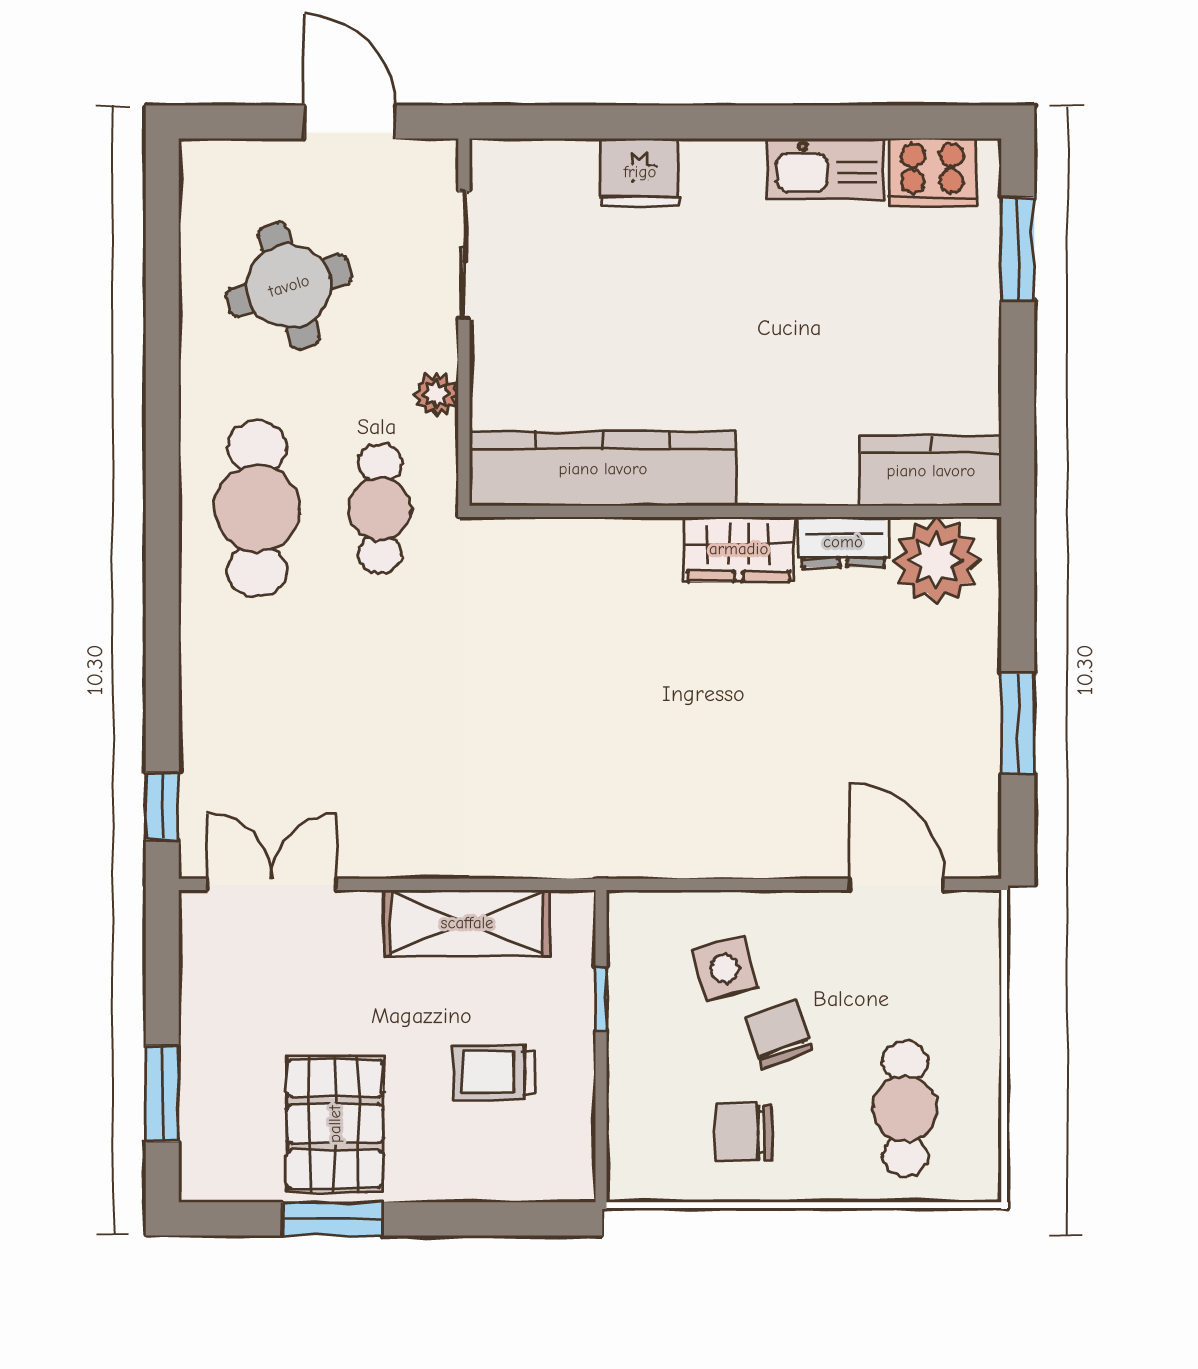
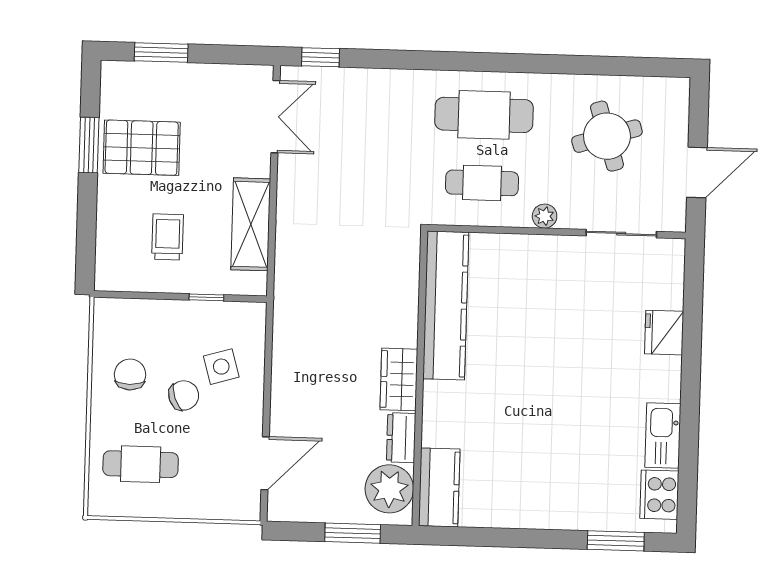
kitchen counter: (603, 469) -> (446, 306), moved
kitchen counter: (931, 471) -> (439, 487), moved
wall: (735, 511) -> (420, 378), moved
dresser: (843, 542) -> (401, 438), moved
wardrobe: (739, 549) -> (399, 379), moved
plant: (936, 561) -> (389, 489), moved

